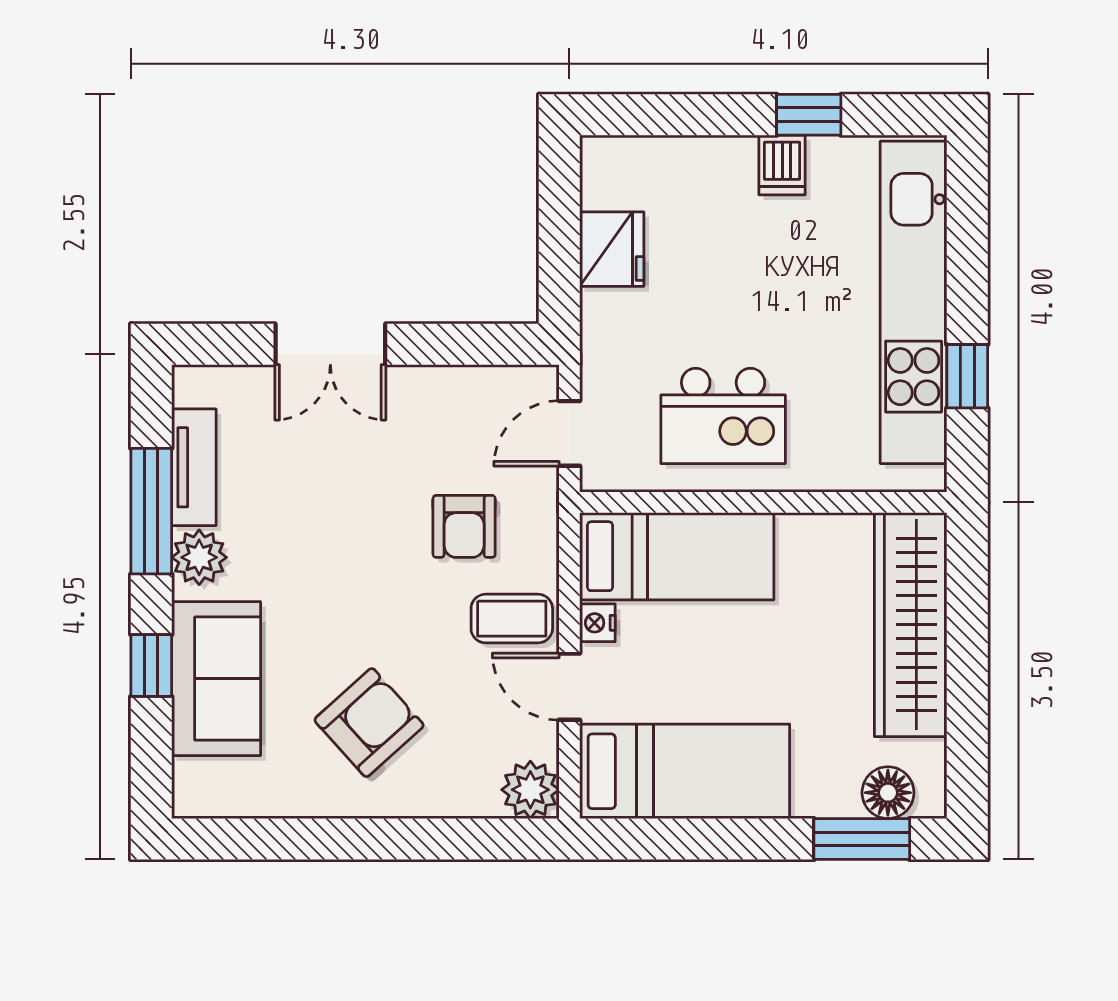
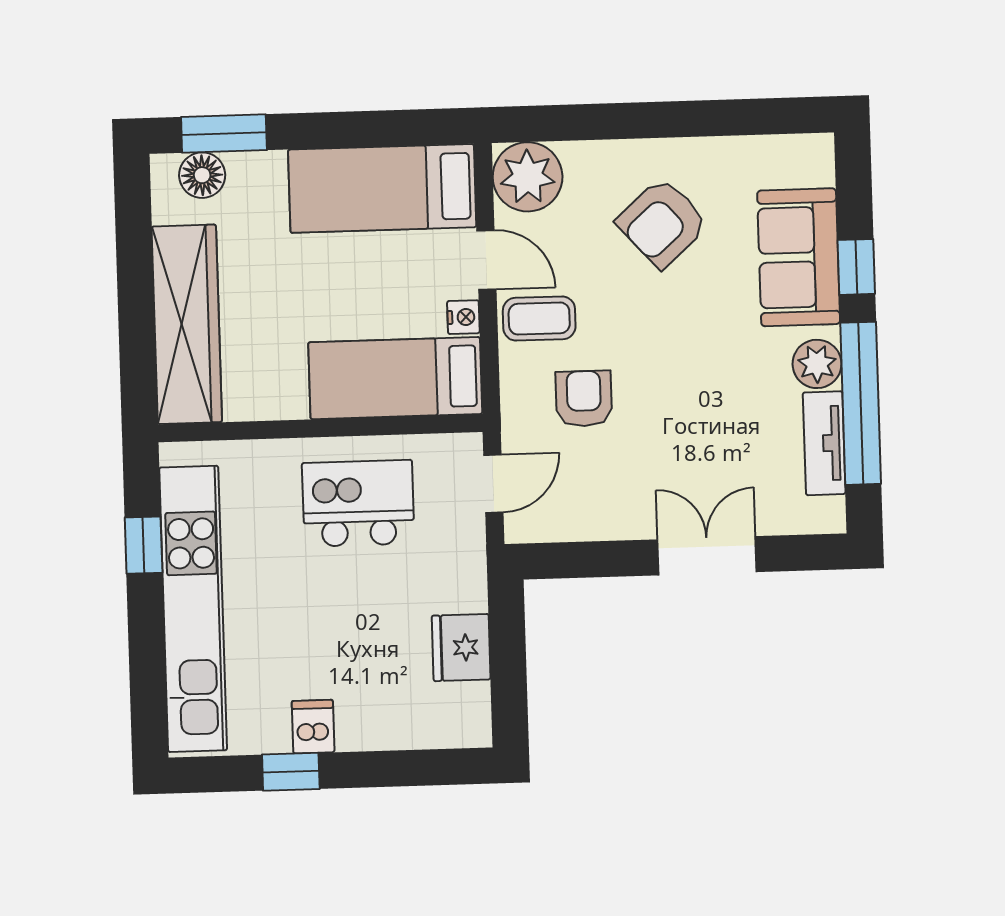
window: (151, 511) -> (861, 403), width x1.46
plant: (530, 790) -> (528, 177), width x1.36, depth x1.36

